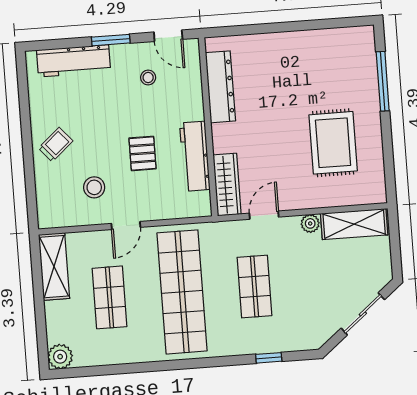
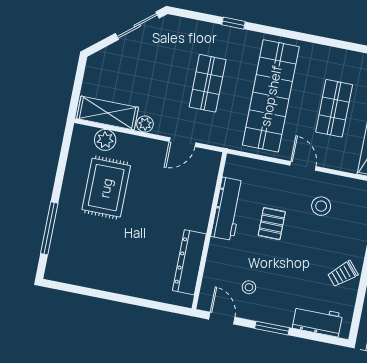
workbench: (74, 61) -> (317, 321), width x0.73
trolley: (56, 145) -> (343, 274), moved
wardrobe: (227, 185) -> (207, 177), removed
plant: (349, 194) -> (105, 140), added
door: (126, 225) -> (303, 166), hinge flipped
sliding door: (363, 314) -> (137, 26), moved
window: (269, 358) -> (234, 23), moved

